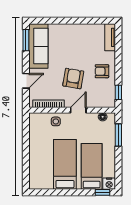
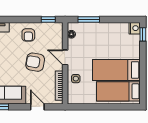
bed: (92, 166) -> (118, 91), moved

